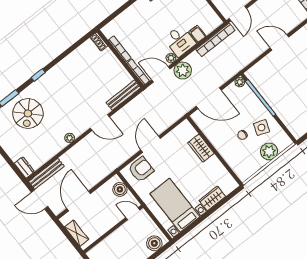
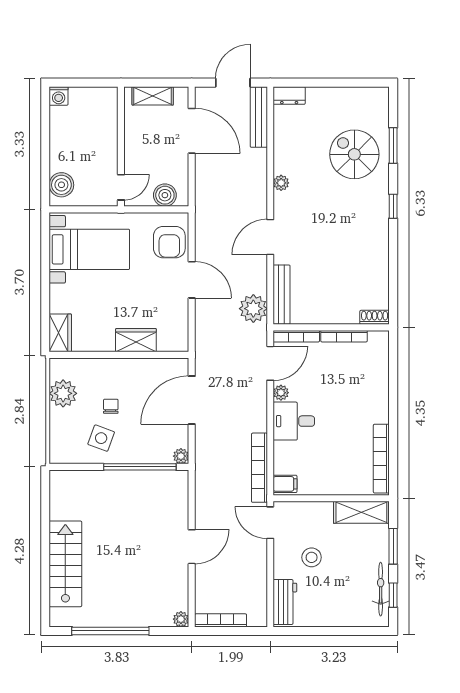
filing cabinet: (197, 34) -> (285, 484), moved
plant: (183, 71) -> (253, 309), moved
plant: (269, 151) -> (63, 393), moved
wardrobe: (212, 198) -> (60, 333), moved

